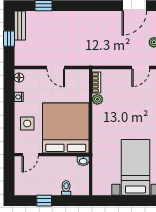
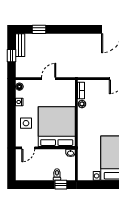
door: (56, 67) -> (49, 79), swing flipped
window: (44, 201) -> (61, 185), moved

